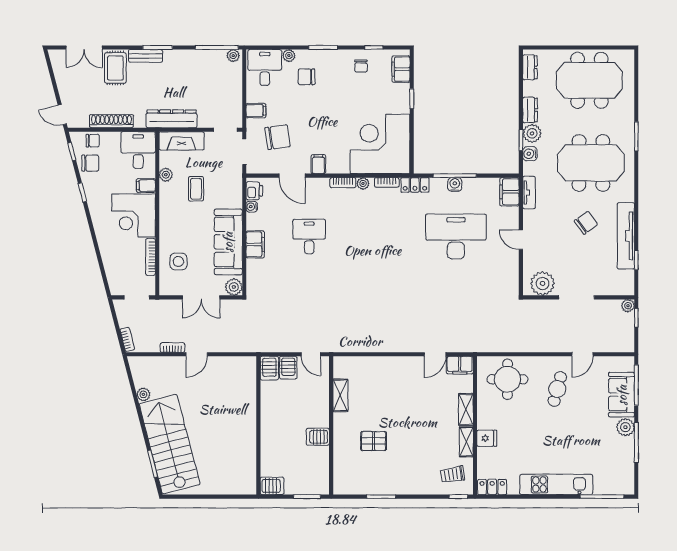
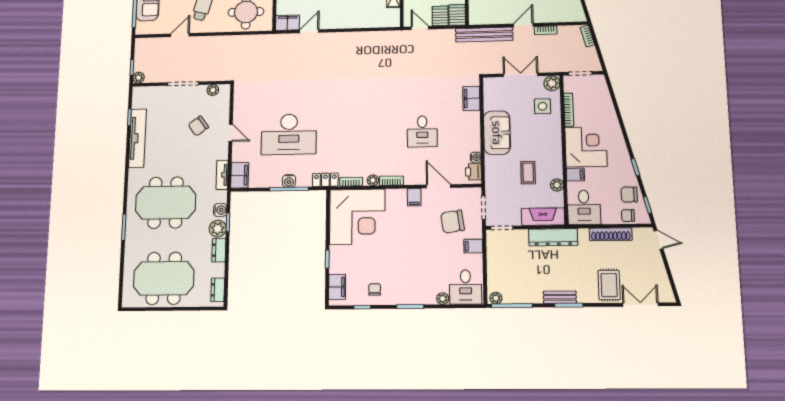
bench: (146, 56) -> (560, 297), moved
chair: (306, 77) -> (426, 279), removed
chair: (586, 223) -> (198, 126), moved
sofa: (228, 242) -> (497, 133), width x0.73
filing cabinet: (255, 244) -> (471, 98), moved
plant: (543, 283) -> (213, 90), width x0.53, depth x0.53
plant: (234, 287) -> (552, 83), moved
bench: (240, 345) -> (484, 35), added

